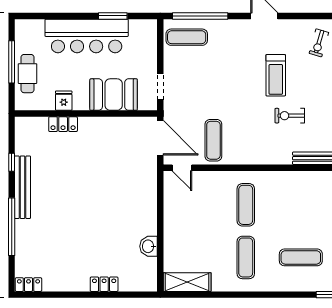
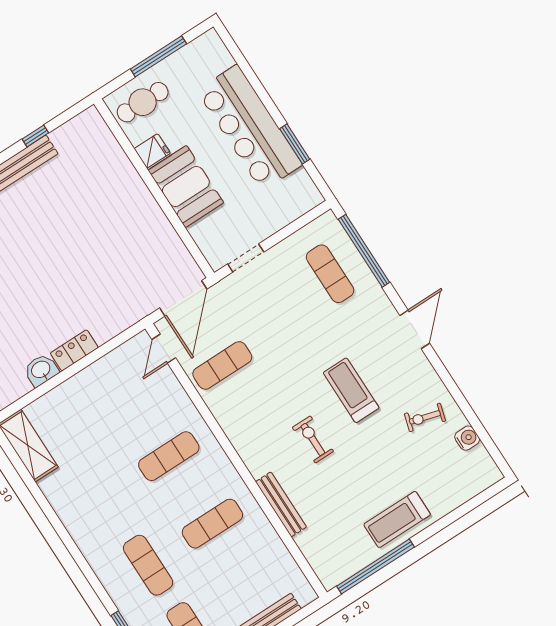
exercise mat: (187, 37) -> (330, 274), moved
cafe table: (28, 74) -> (143, 102), moved
treadmill: (276, 75) -> (351, 390), turned 90
booth: (114, 95) -> (186, 186), moved
locker: (63, 124) -> (74, 350), moved, turned 90
exercise mat: (246, 257) -> (212, 524), moved

